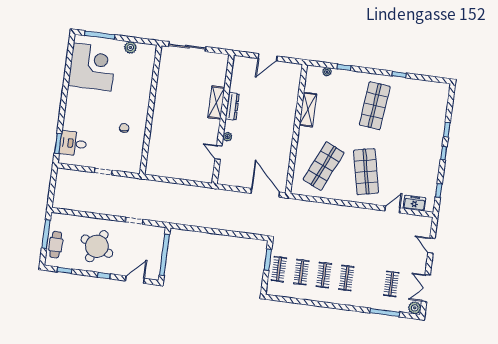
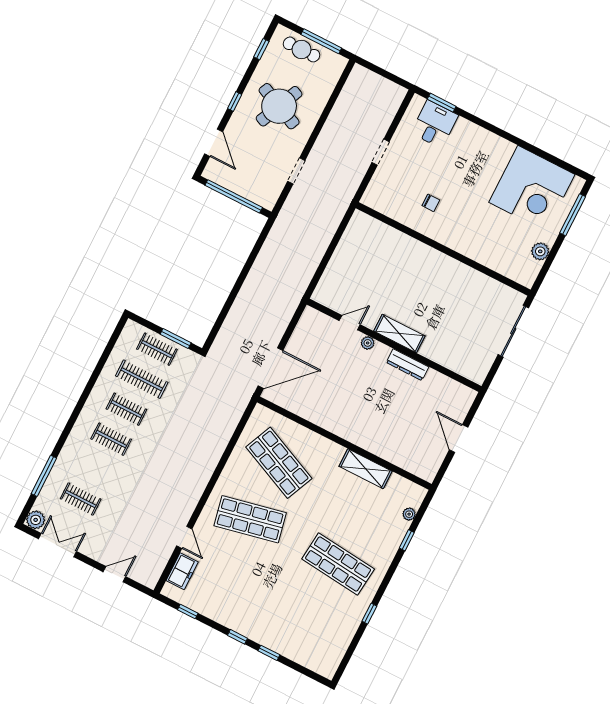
shelving: (216, 102) -> (399, 333), moved
clothes rail: (301, 272) -> (142, 379), width x1.36

